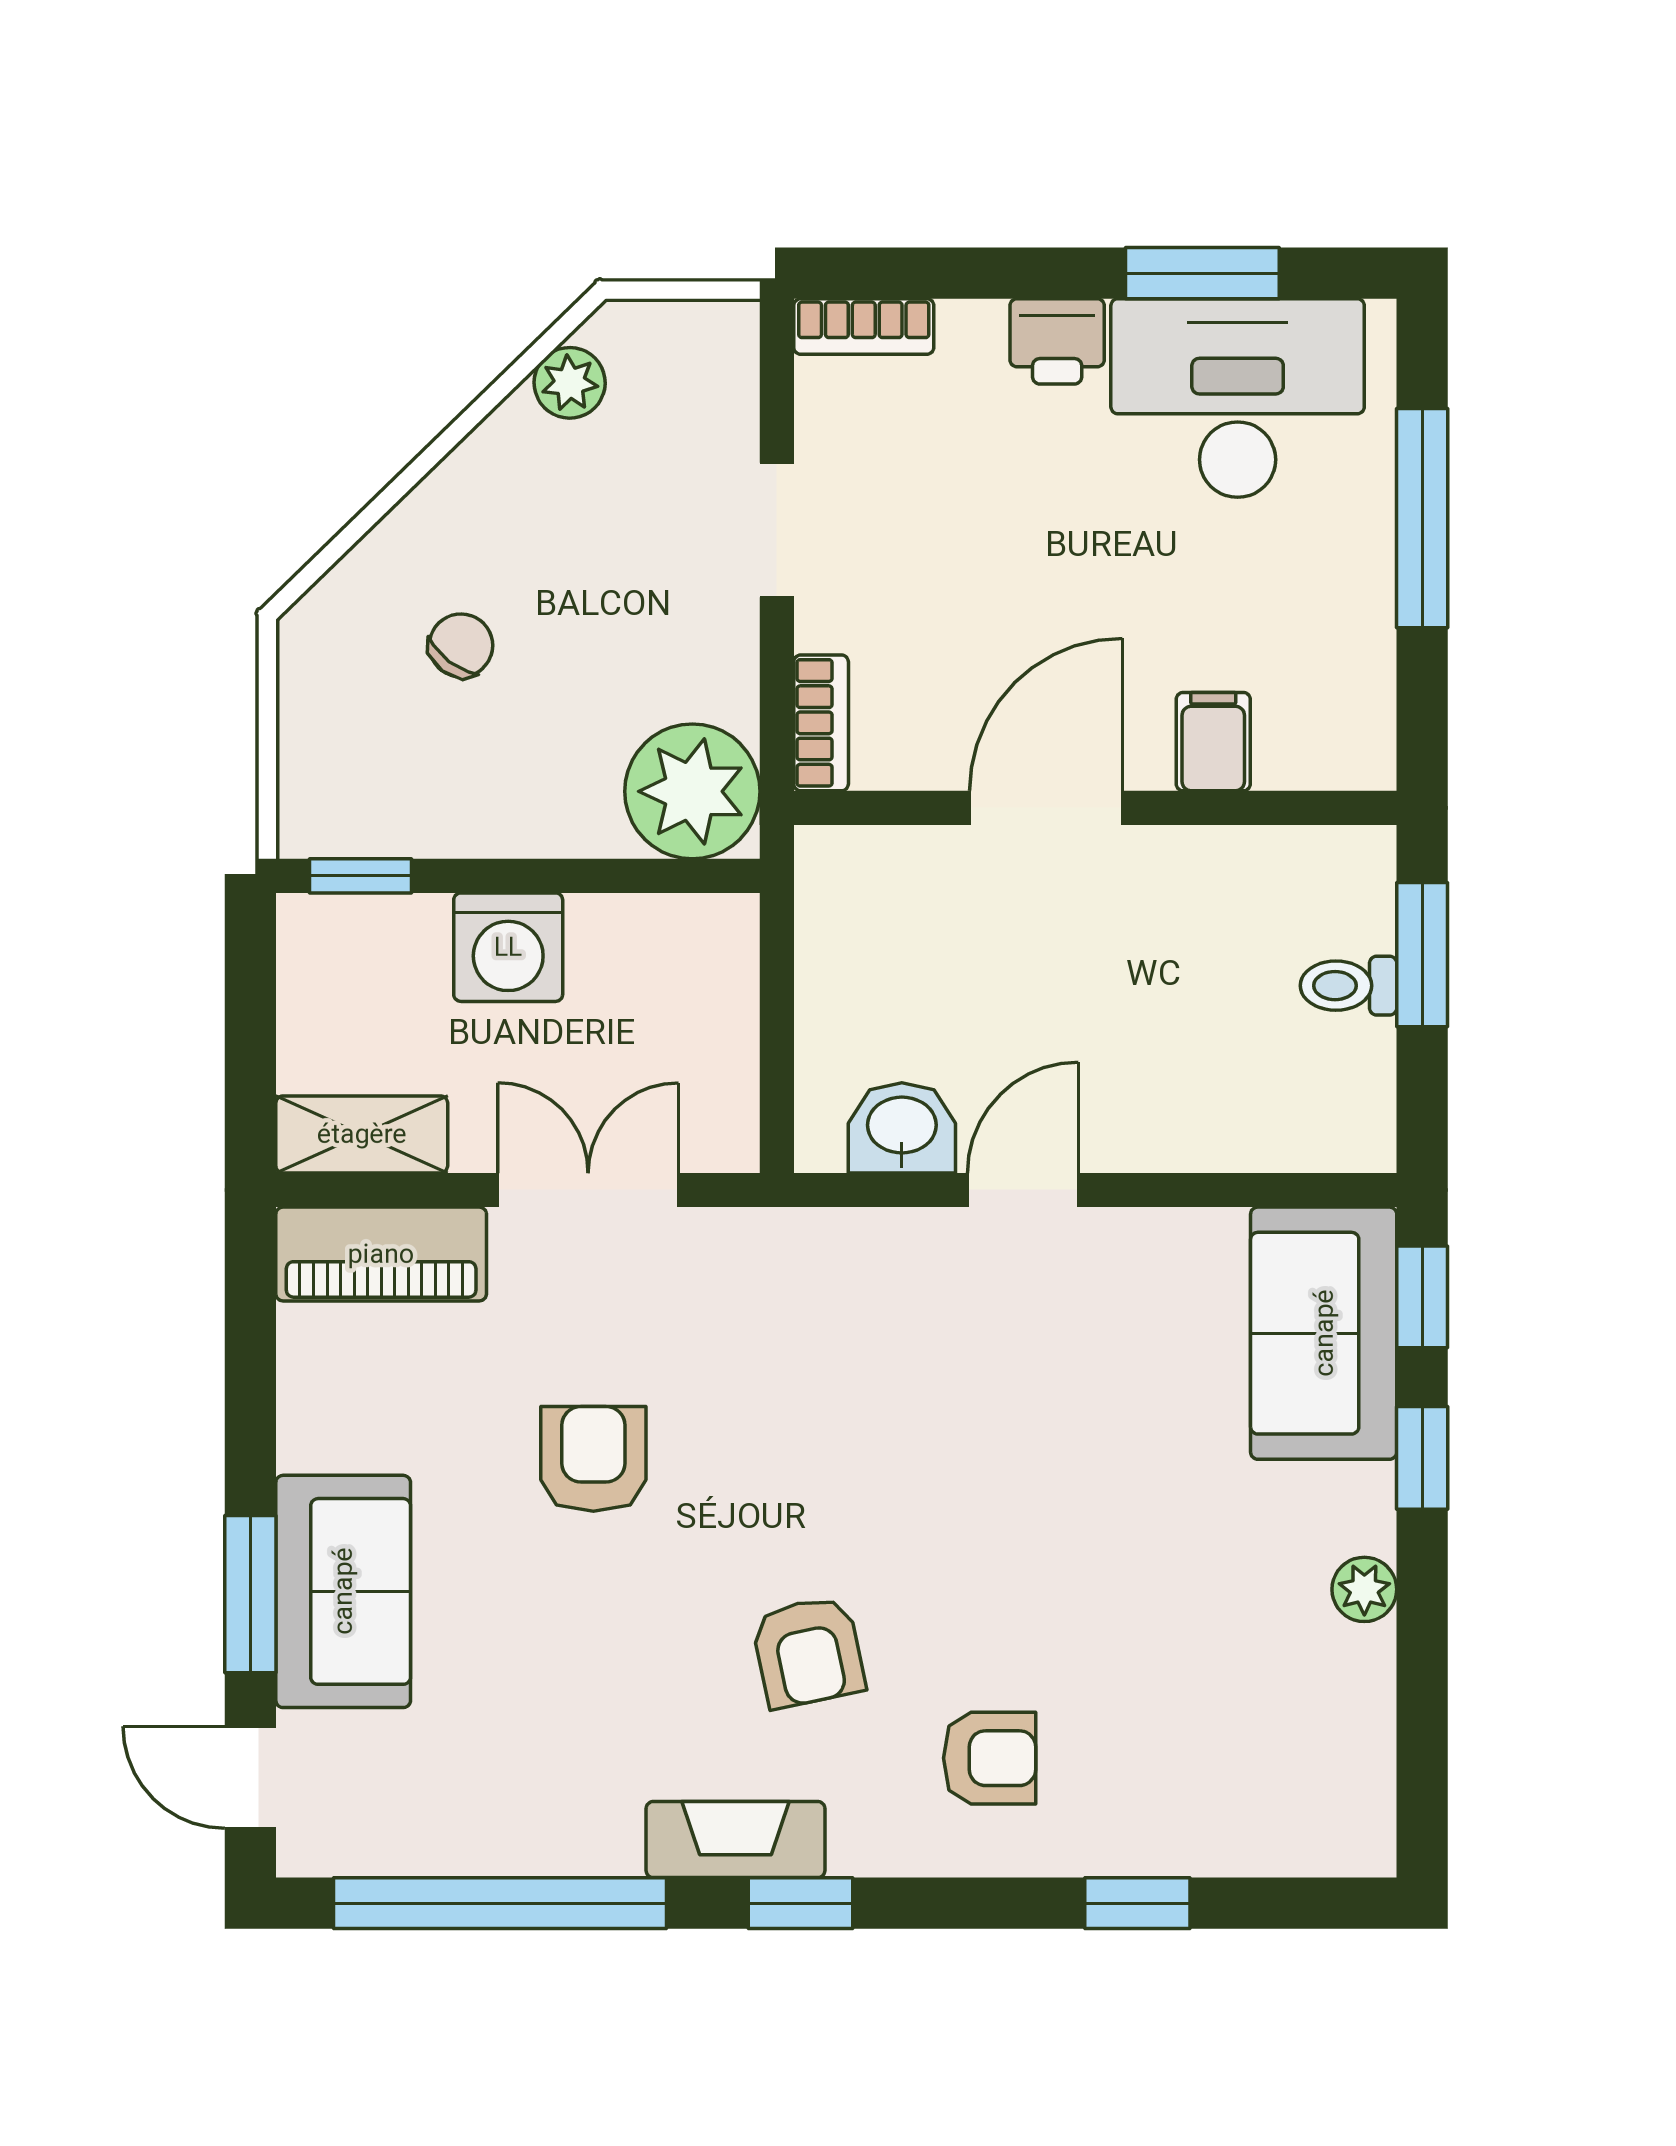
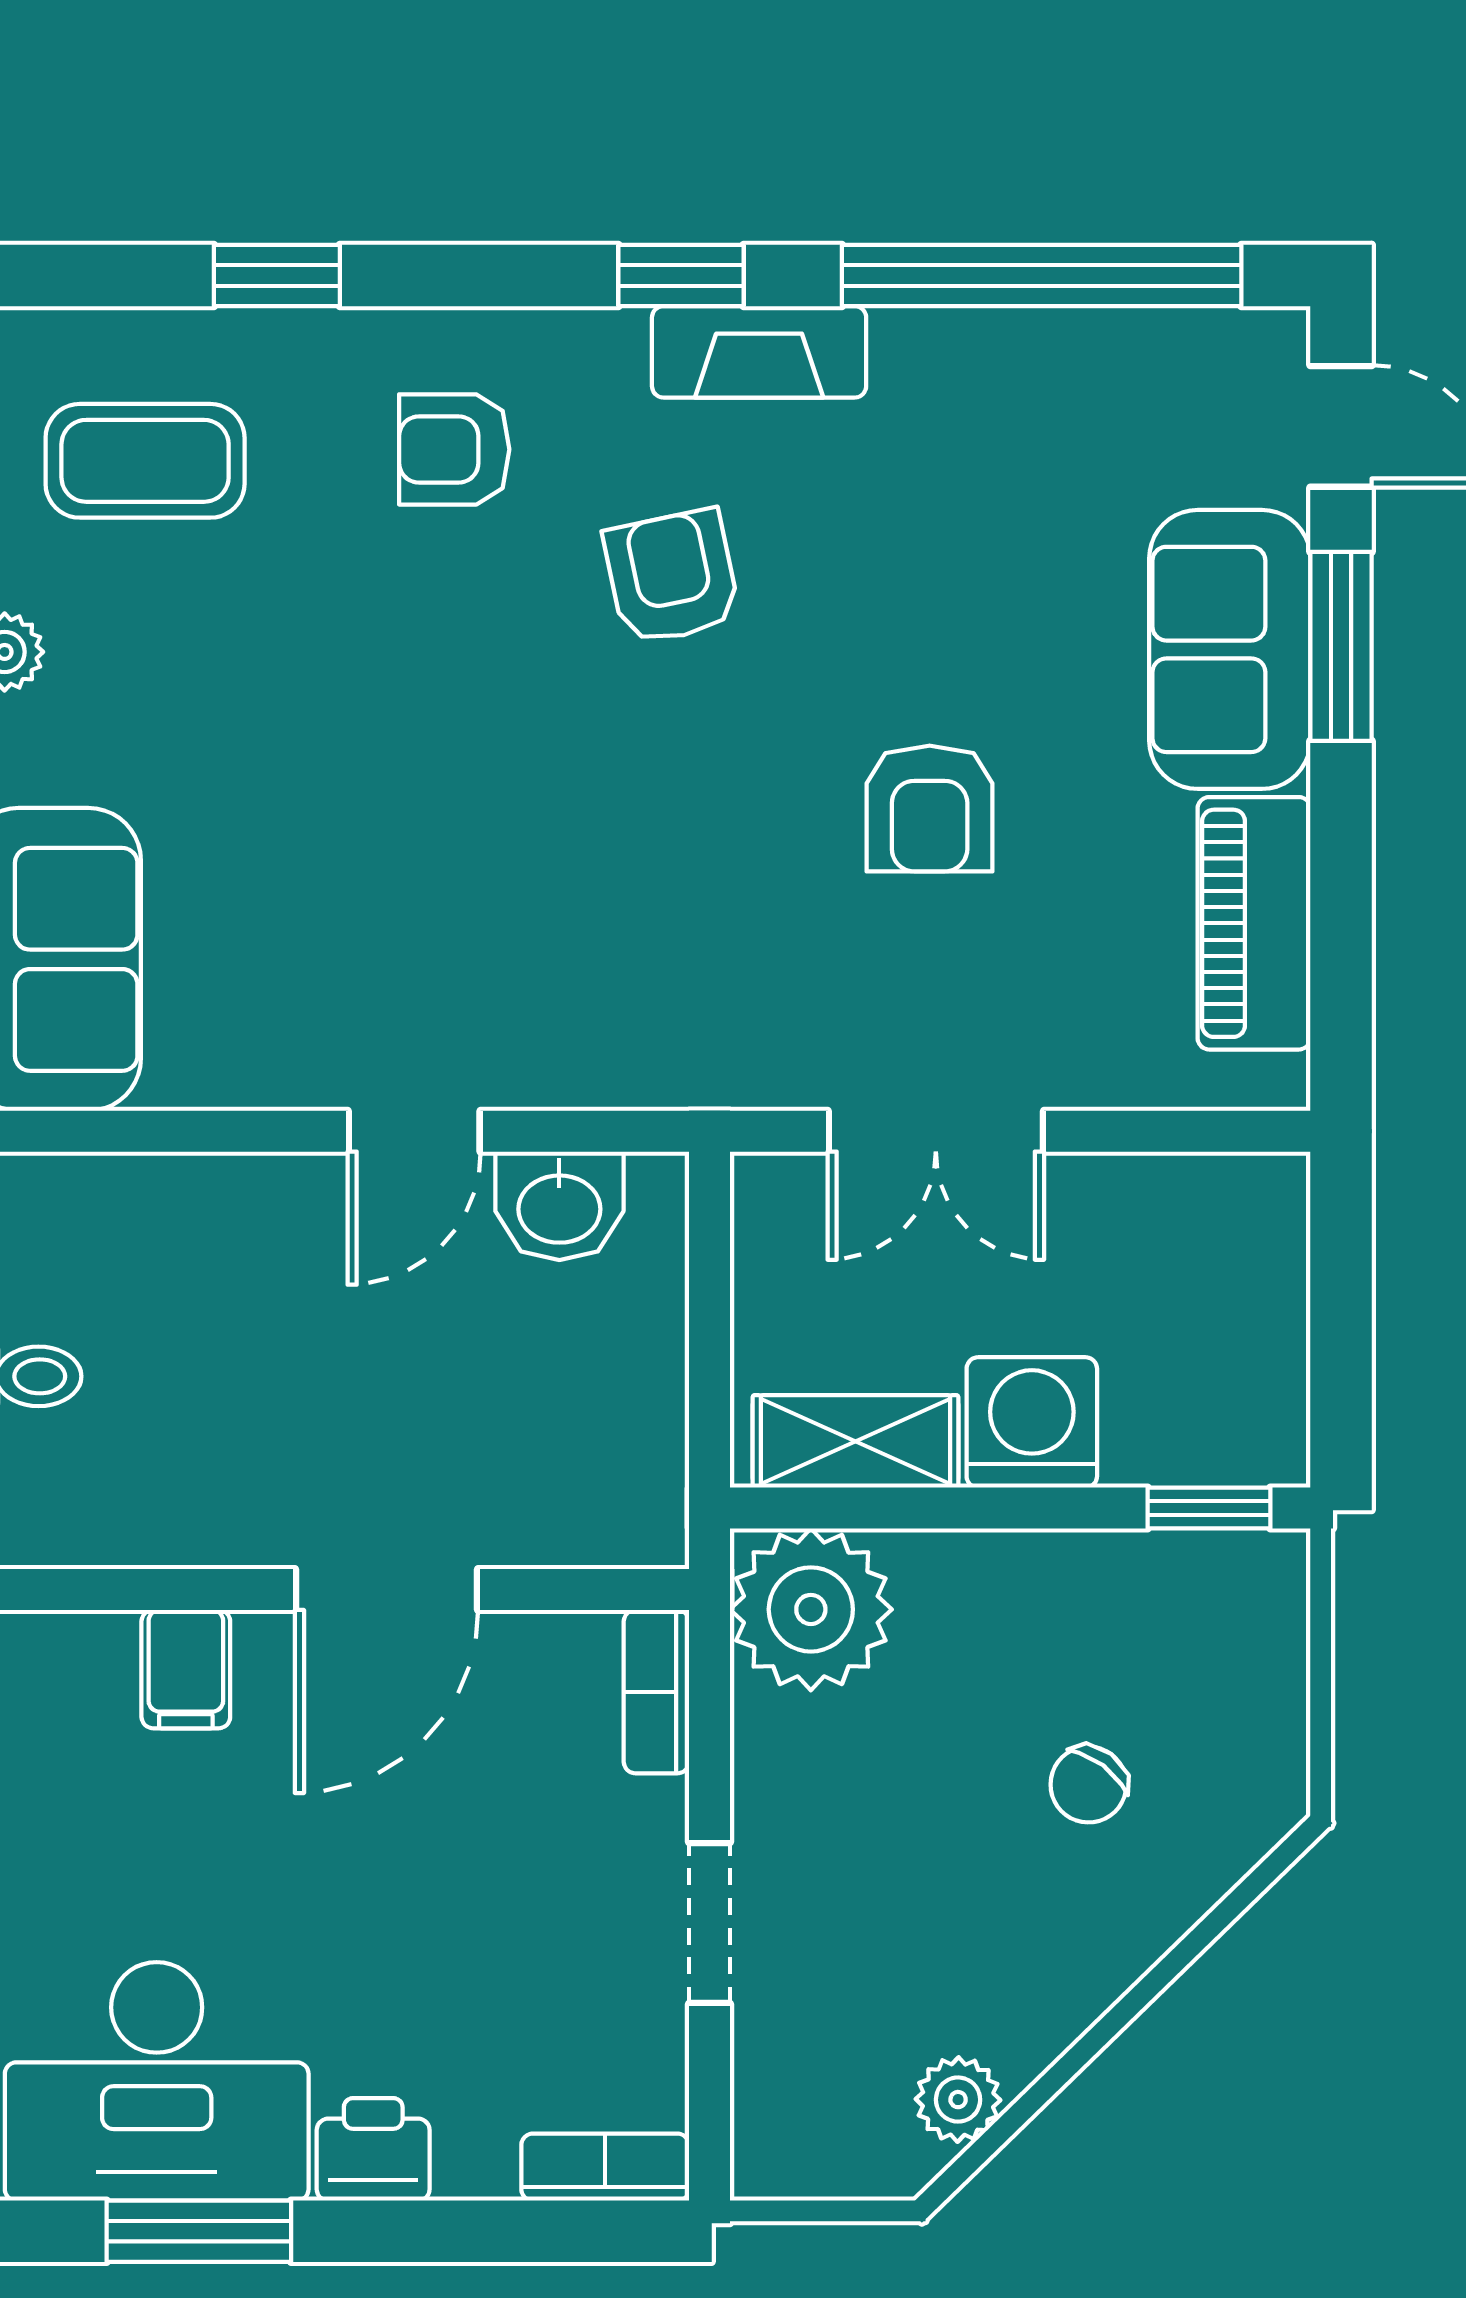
shelving: (362, 1134) -> (855, 1441), moved
piano: (381, 1254) -> (1254, 923), moved, turned -90
coffee table: (1247, 1749) -> (145, 461), added

